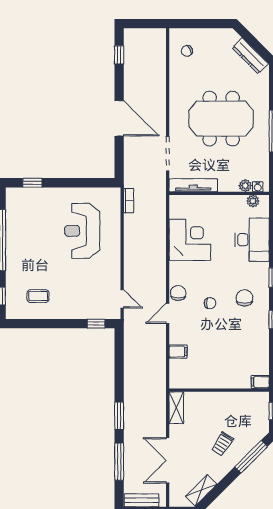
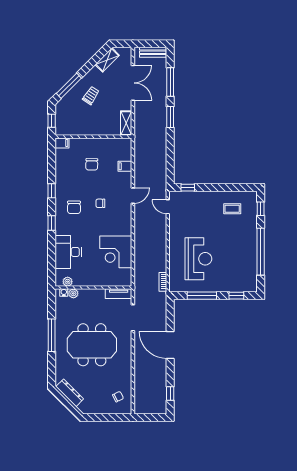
window: (78, 183) -> (202, 296), added
tv unit: (193, 185) -> (119, 294), width x0.71
chair: (178, 293) -> (92, 164), moved

